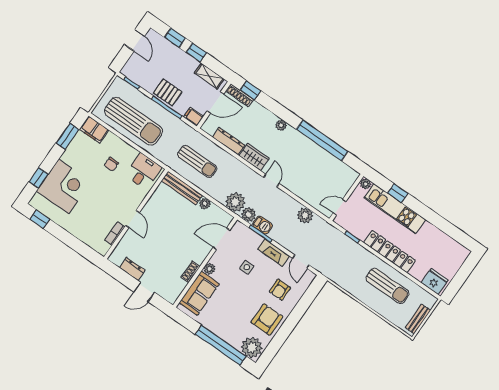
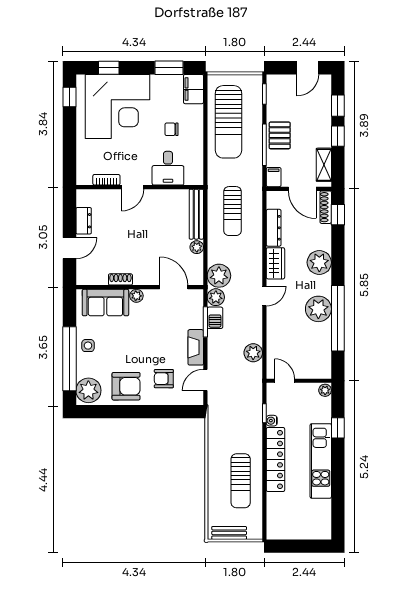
plant: (281, 125) -> (319, 262), width x1.88, depth x1.88
plant: (306, 149) -> (318, 309), added
desk: (143, 171) -> (168, 168), moved, turned 90
corner desk: (64, 186) -> (118, 106), width x1.36, depth x1.36
kitchen unit: (395, 209) -> (321, 461), moved
water cooler: (361, 235) -> (272, 421), added
side table: (247, 267) -> (88, 346), moved
fridge: (435, 281) -> (277, 524), removed
door: (144, 292) -> (69, 248), swing flipped

